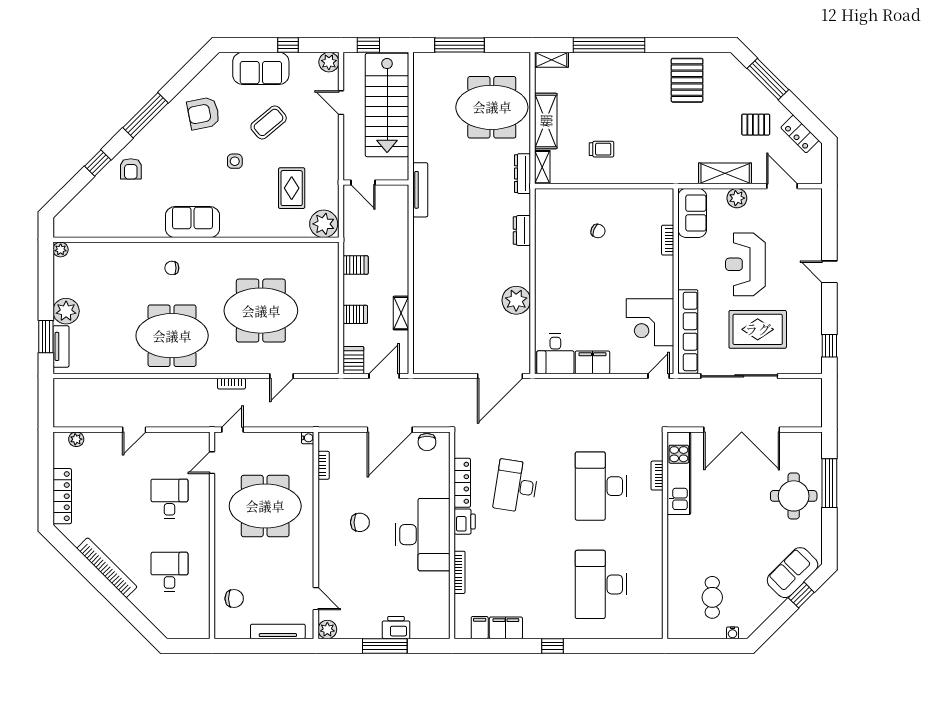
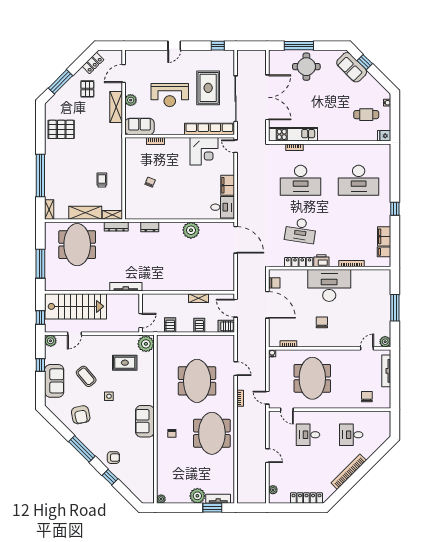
door: (363, 183) -> (141, 321), moved
wall: (376, 183) -> (141, 313), moved
printer: (396, 628) -> (384, 301), removed
fridge: (676, 628) -> (384, 136), added

